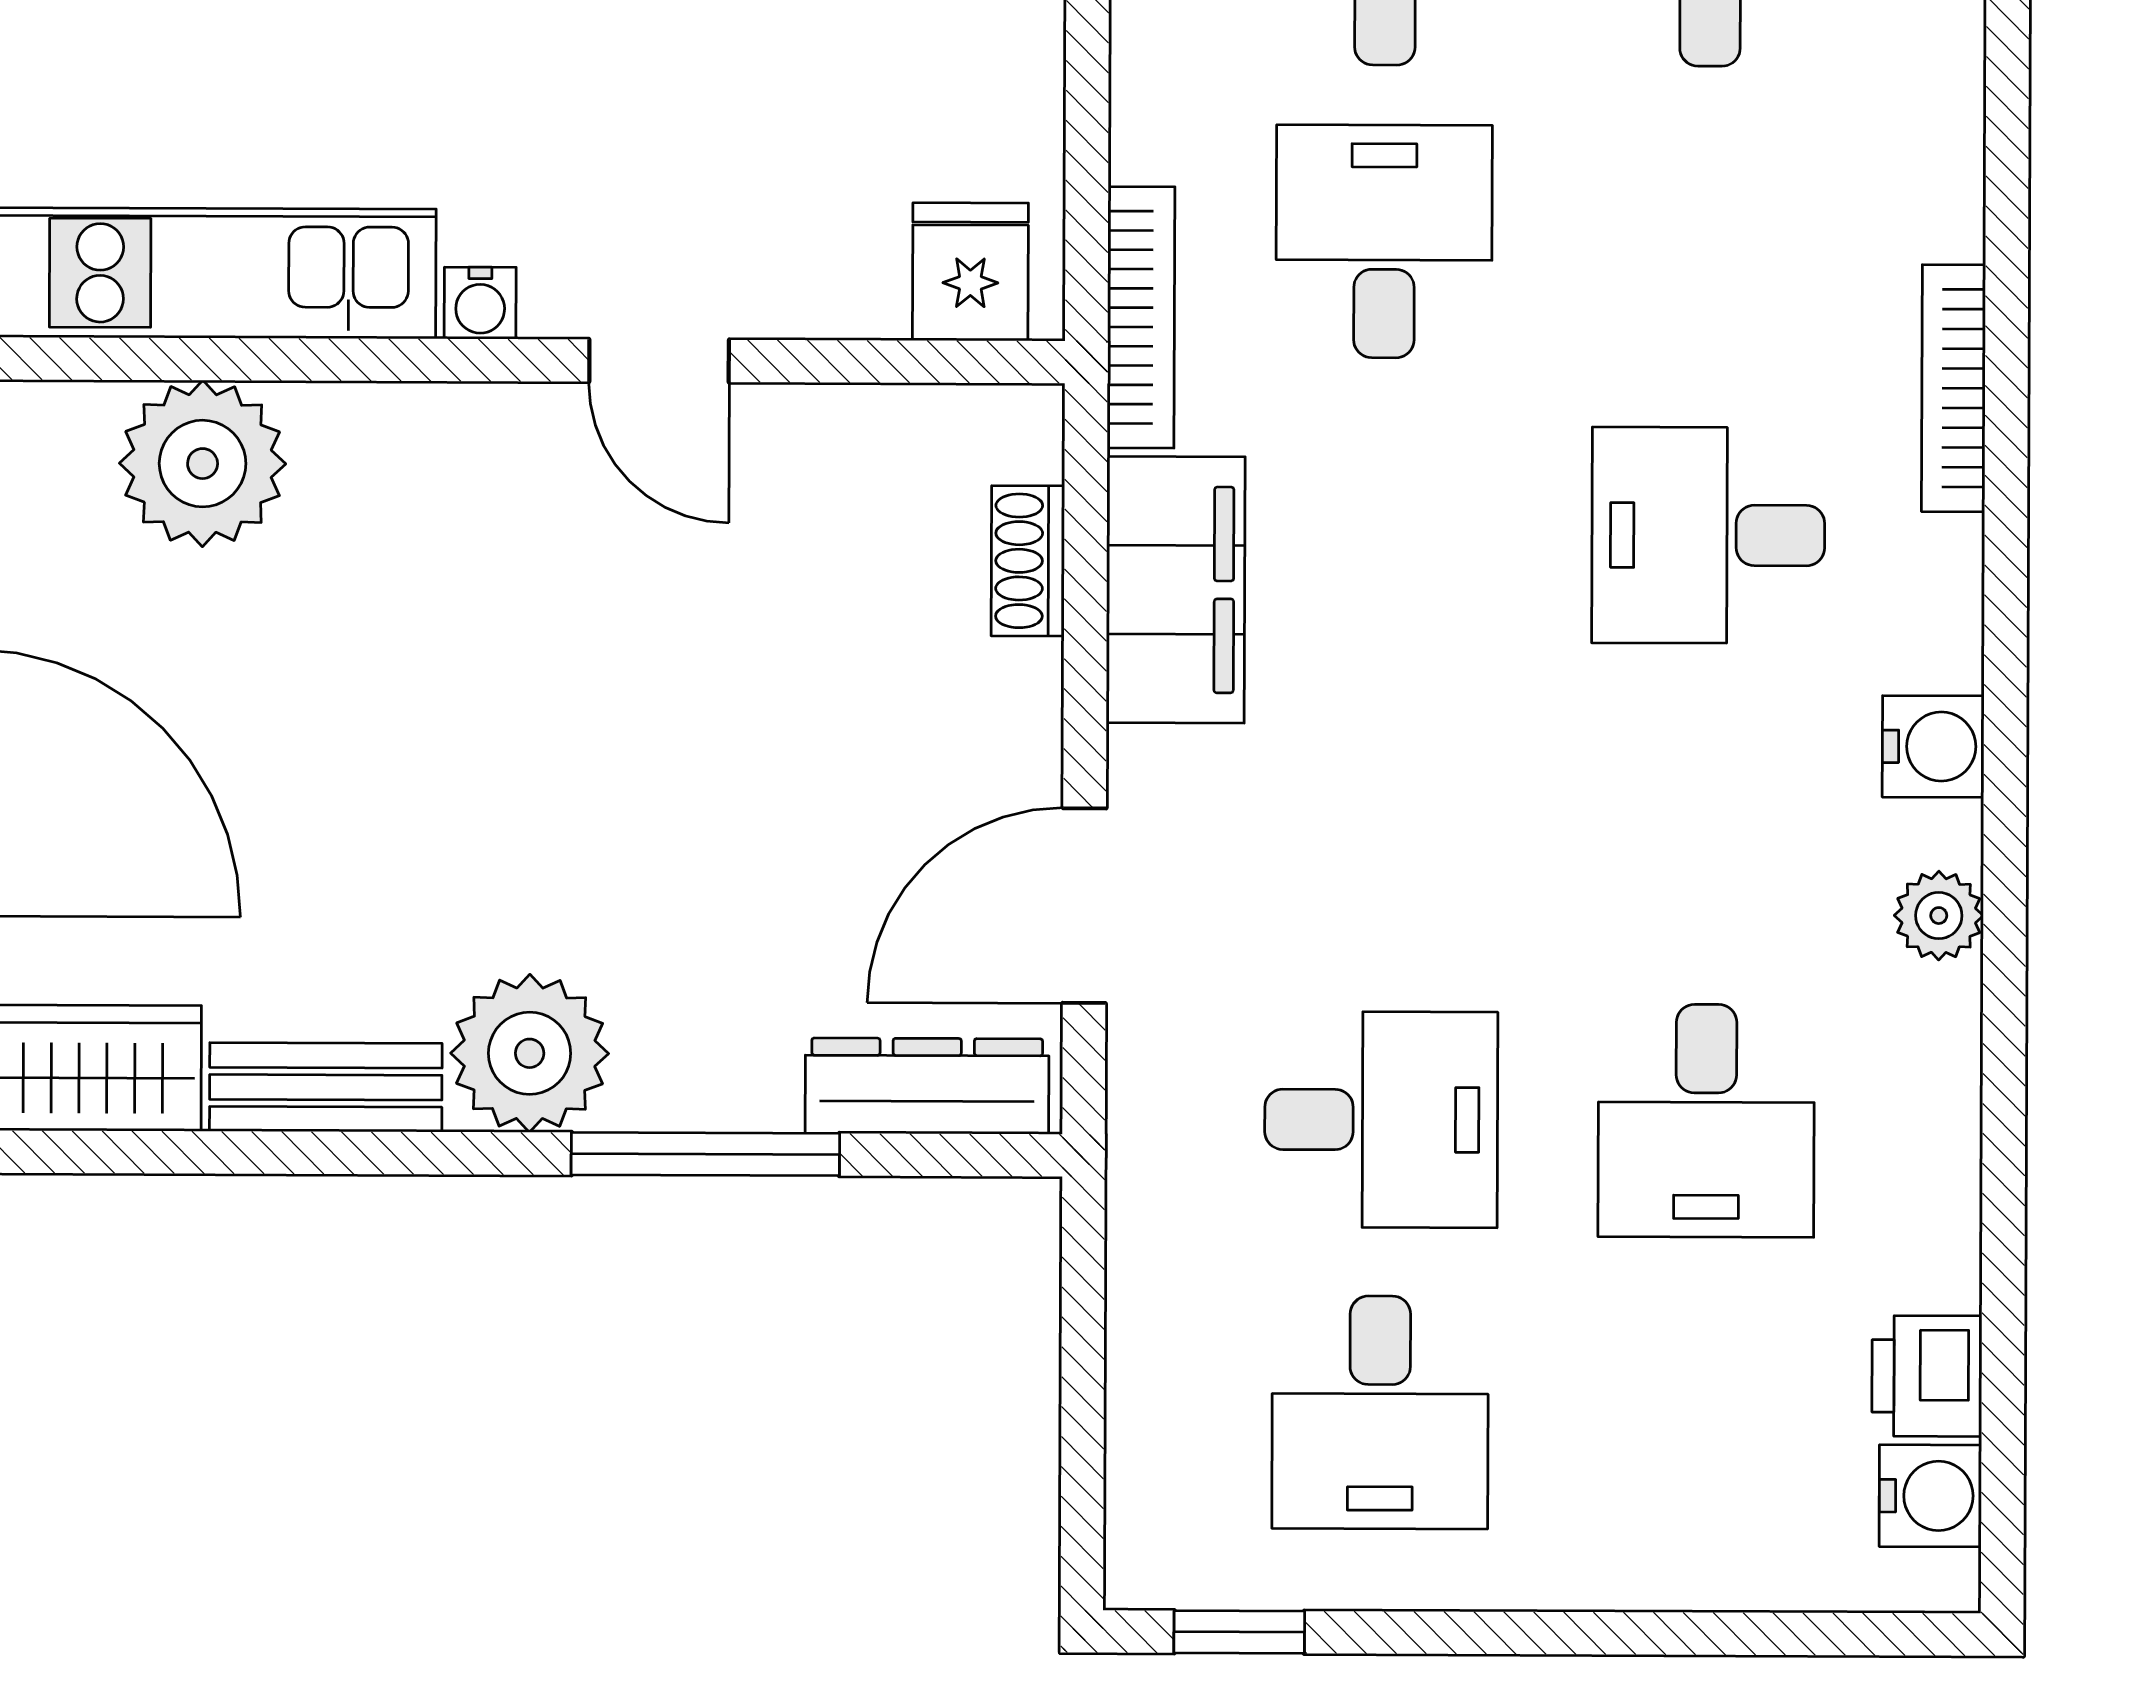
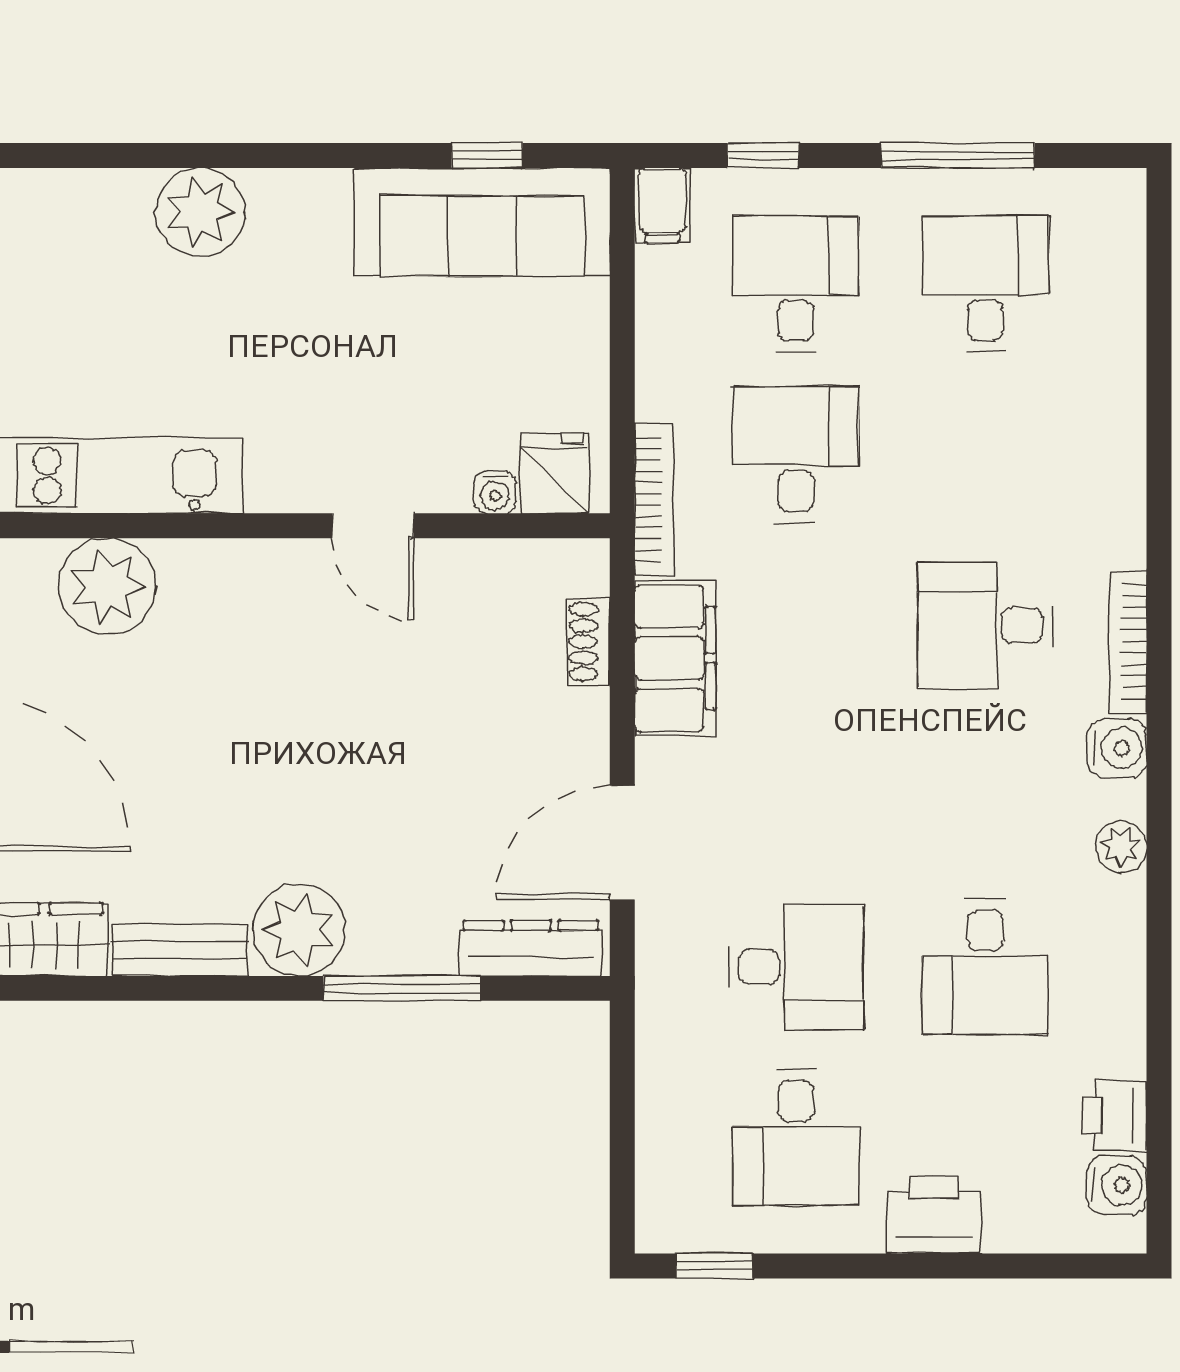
water cooler: (480, 303) -> (495, 492), moved
bookcase: (1954, 388) -> (1128, 642), moved
printer: (1616, 1545) -> (934, 1215), added

